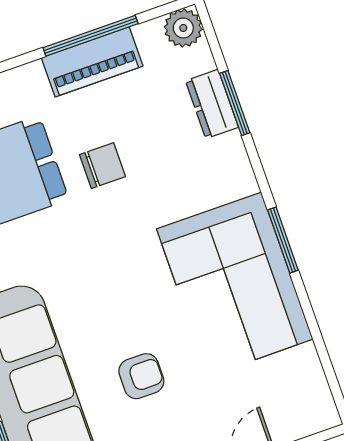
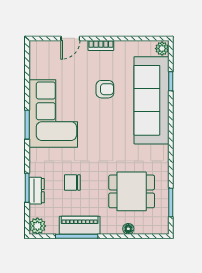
chair: (103, 166) -> (72, 183), moved
armchair: (141, 376) -> (105, 89), turned 180

